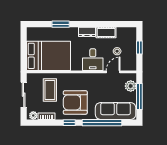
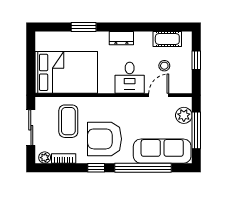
cot: (106, 33) -> (167, 39), moved

